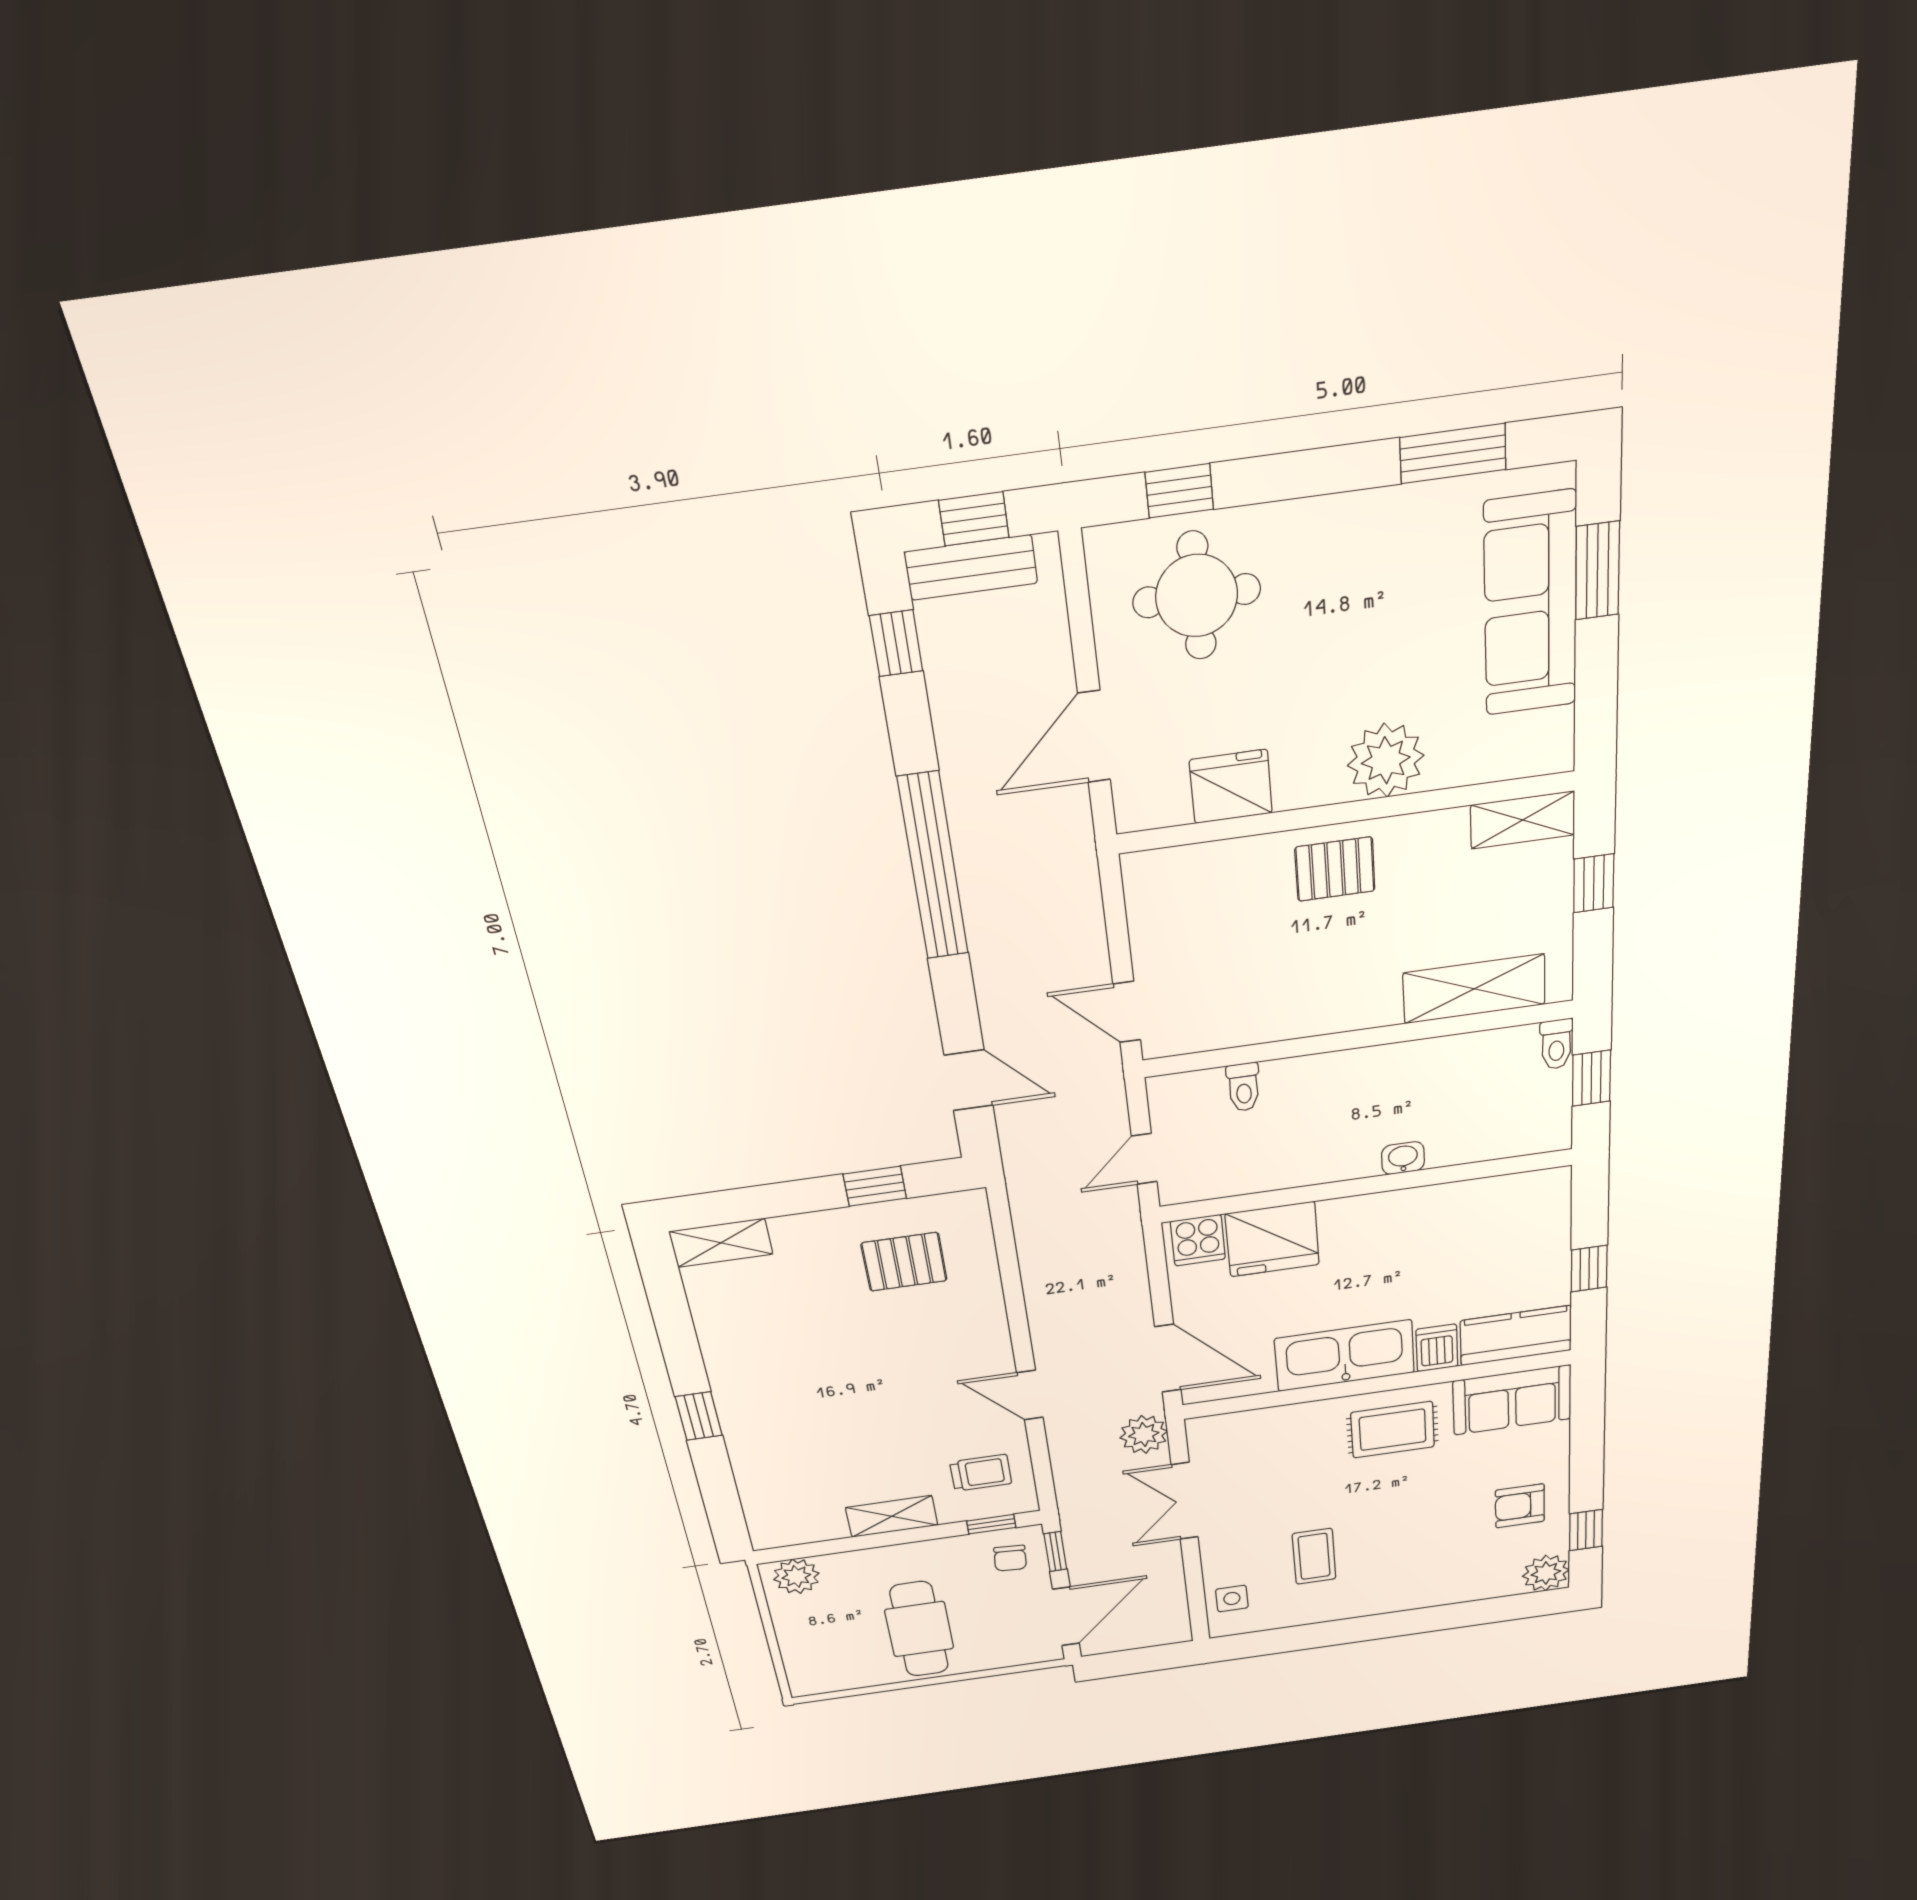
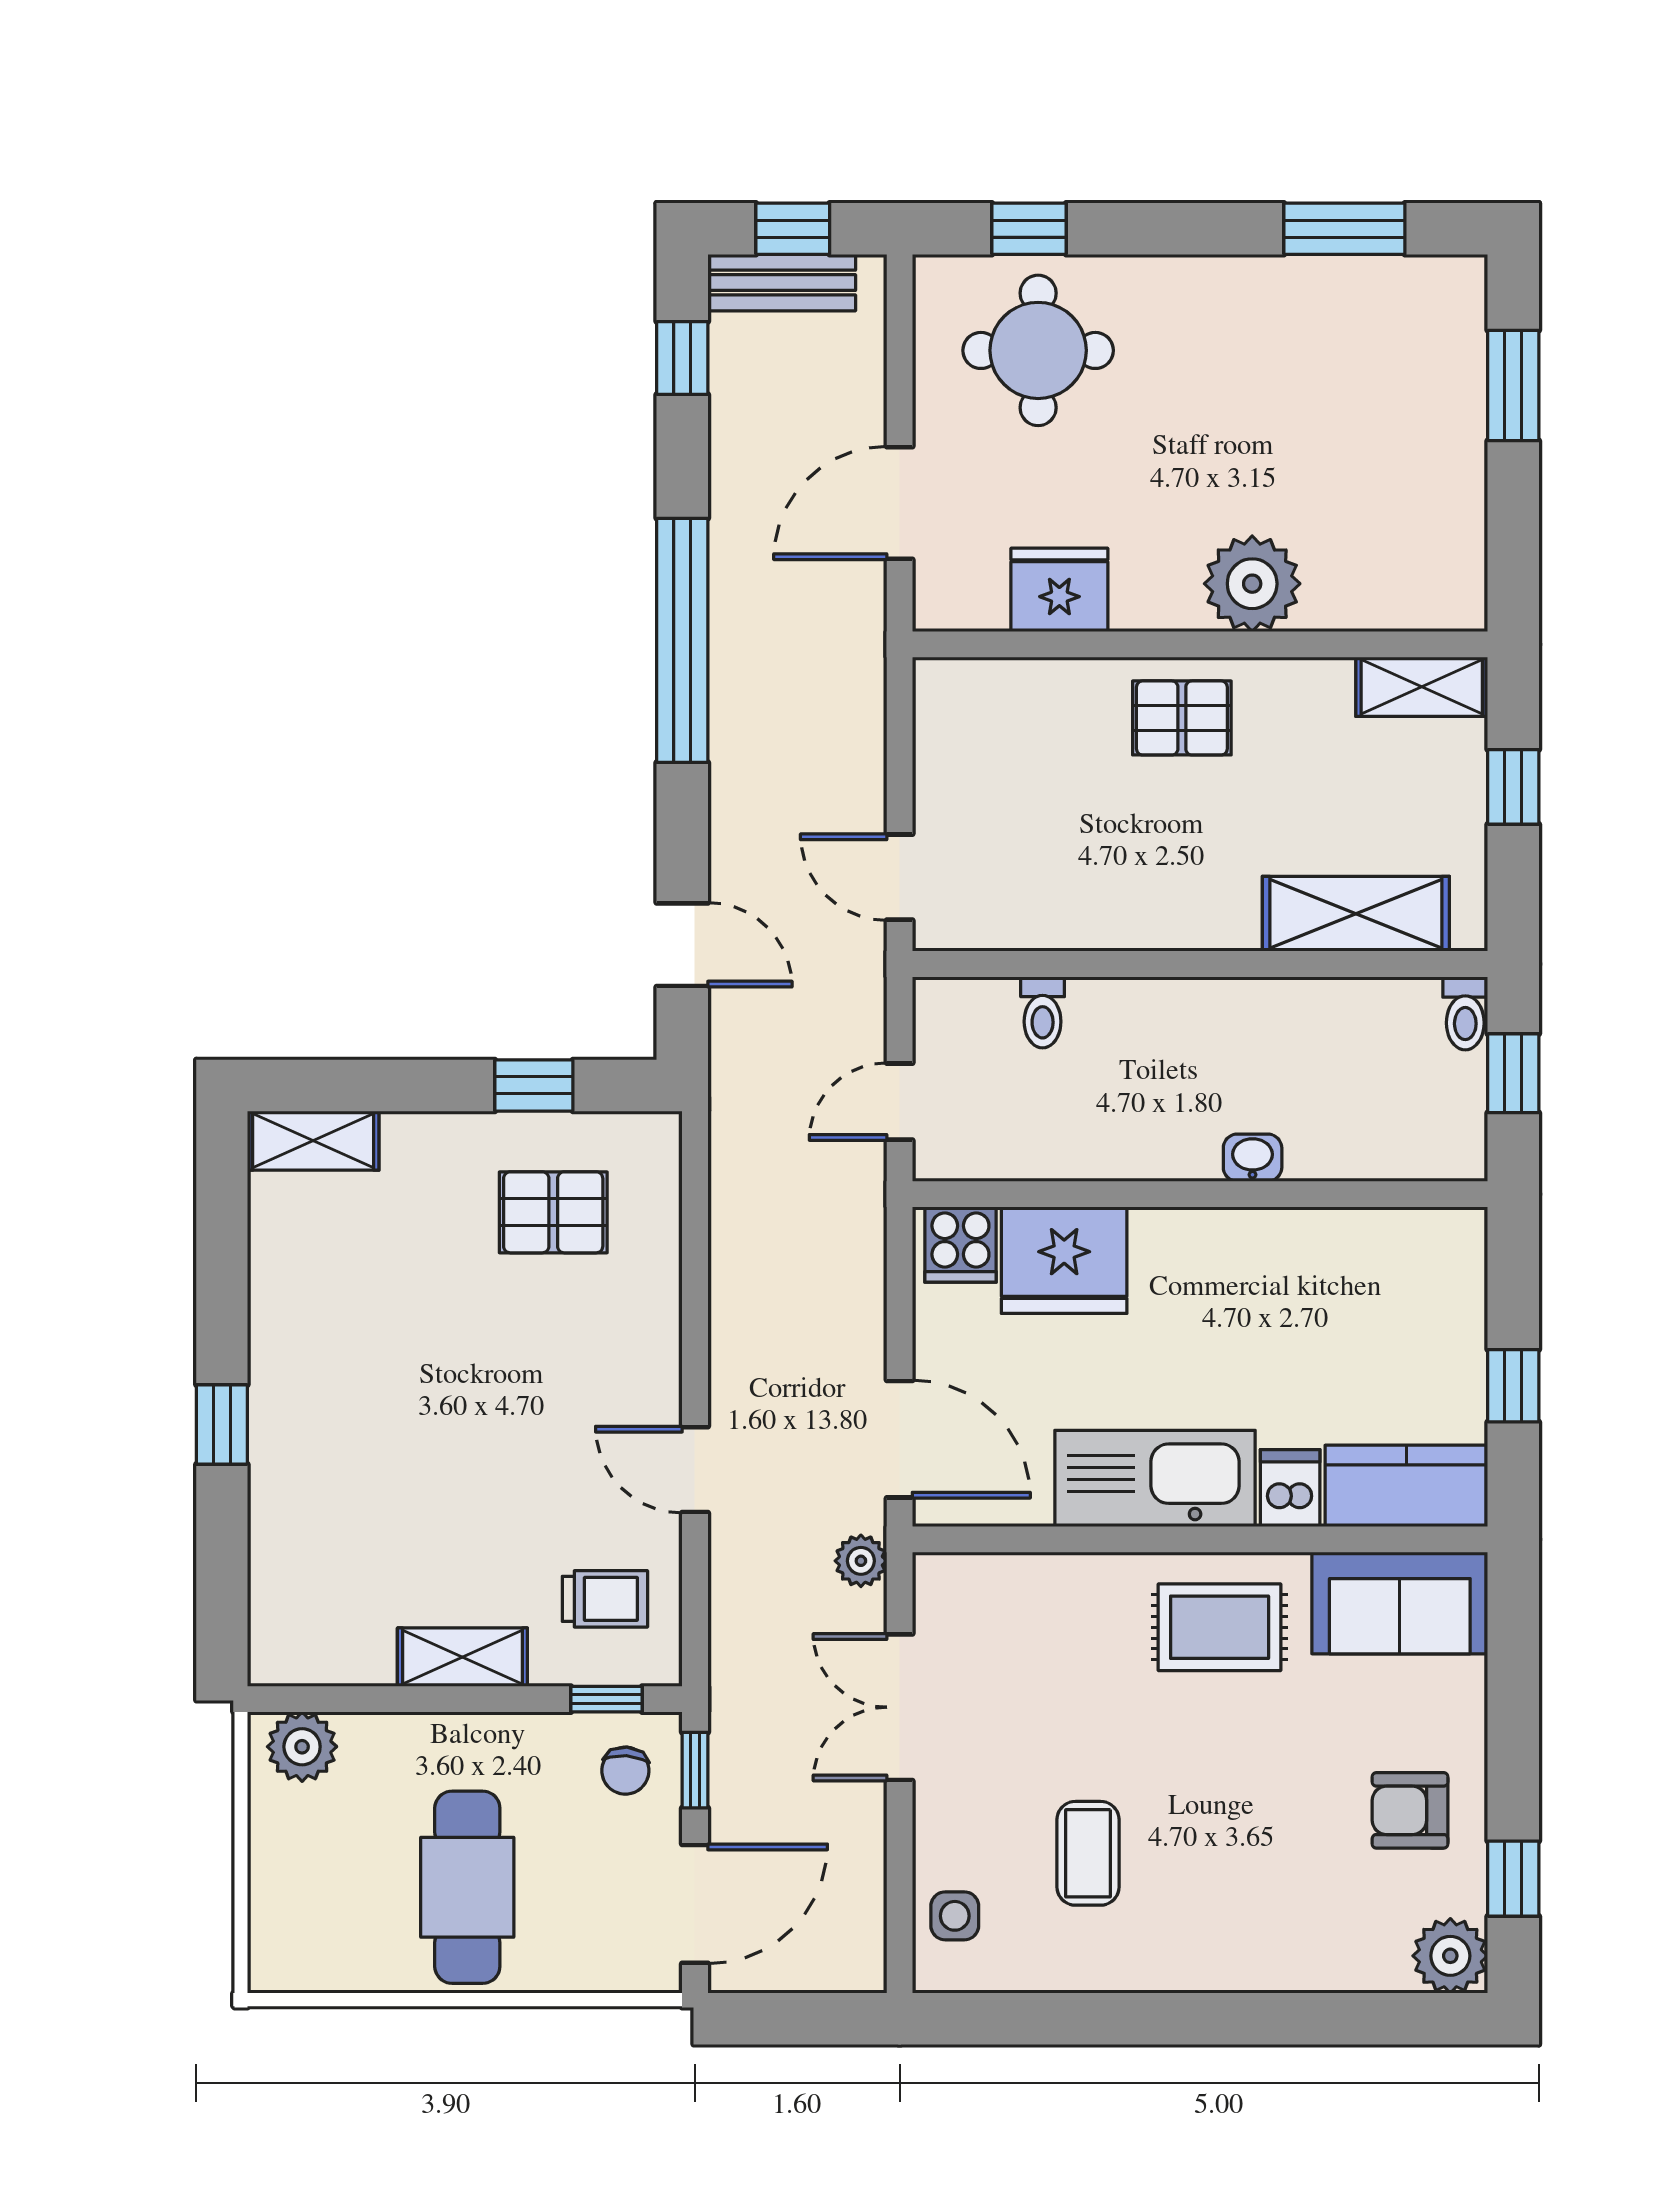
sofa: (1530, 604) -> (1433, 415), removed
plant: (1144, 1434) -> (861, 1561), width x0.73, depth x0.73

